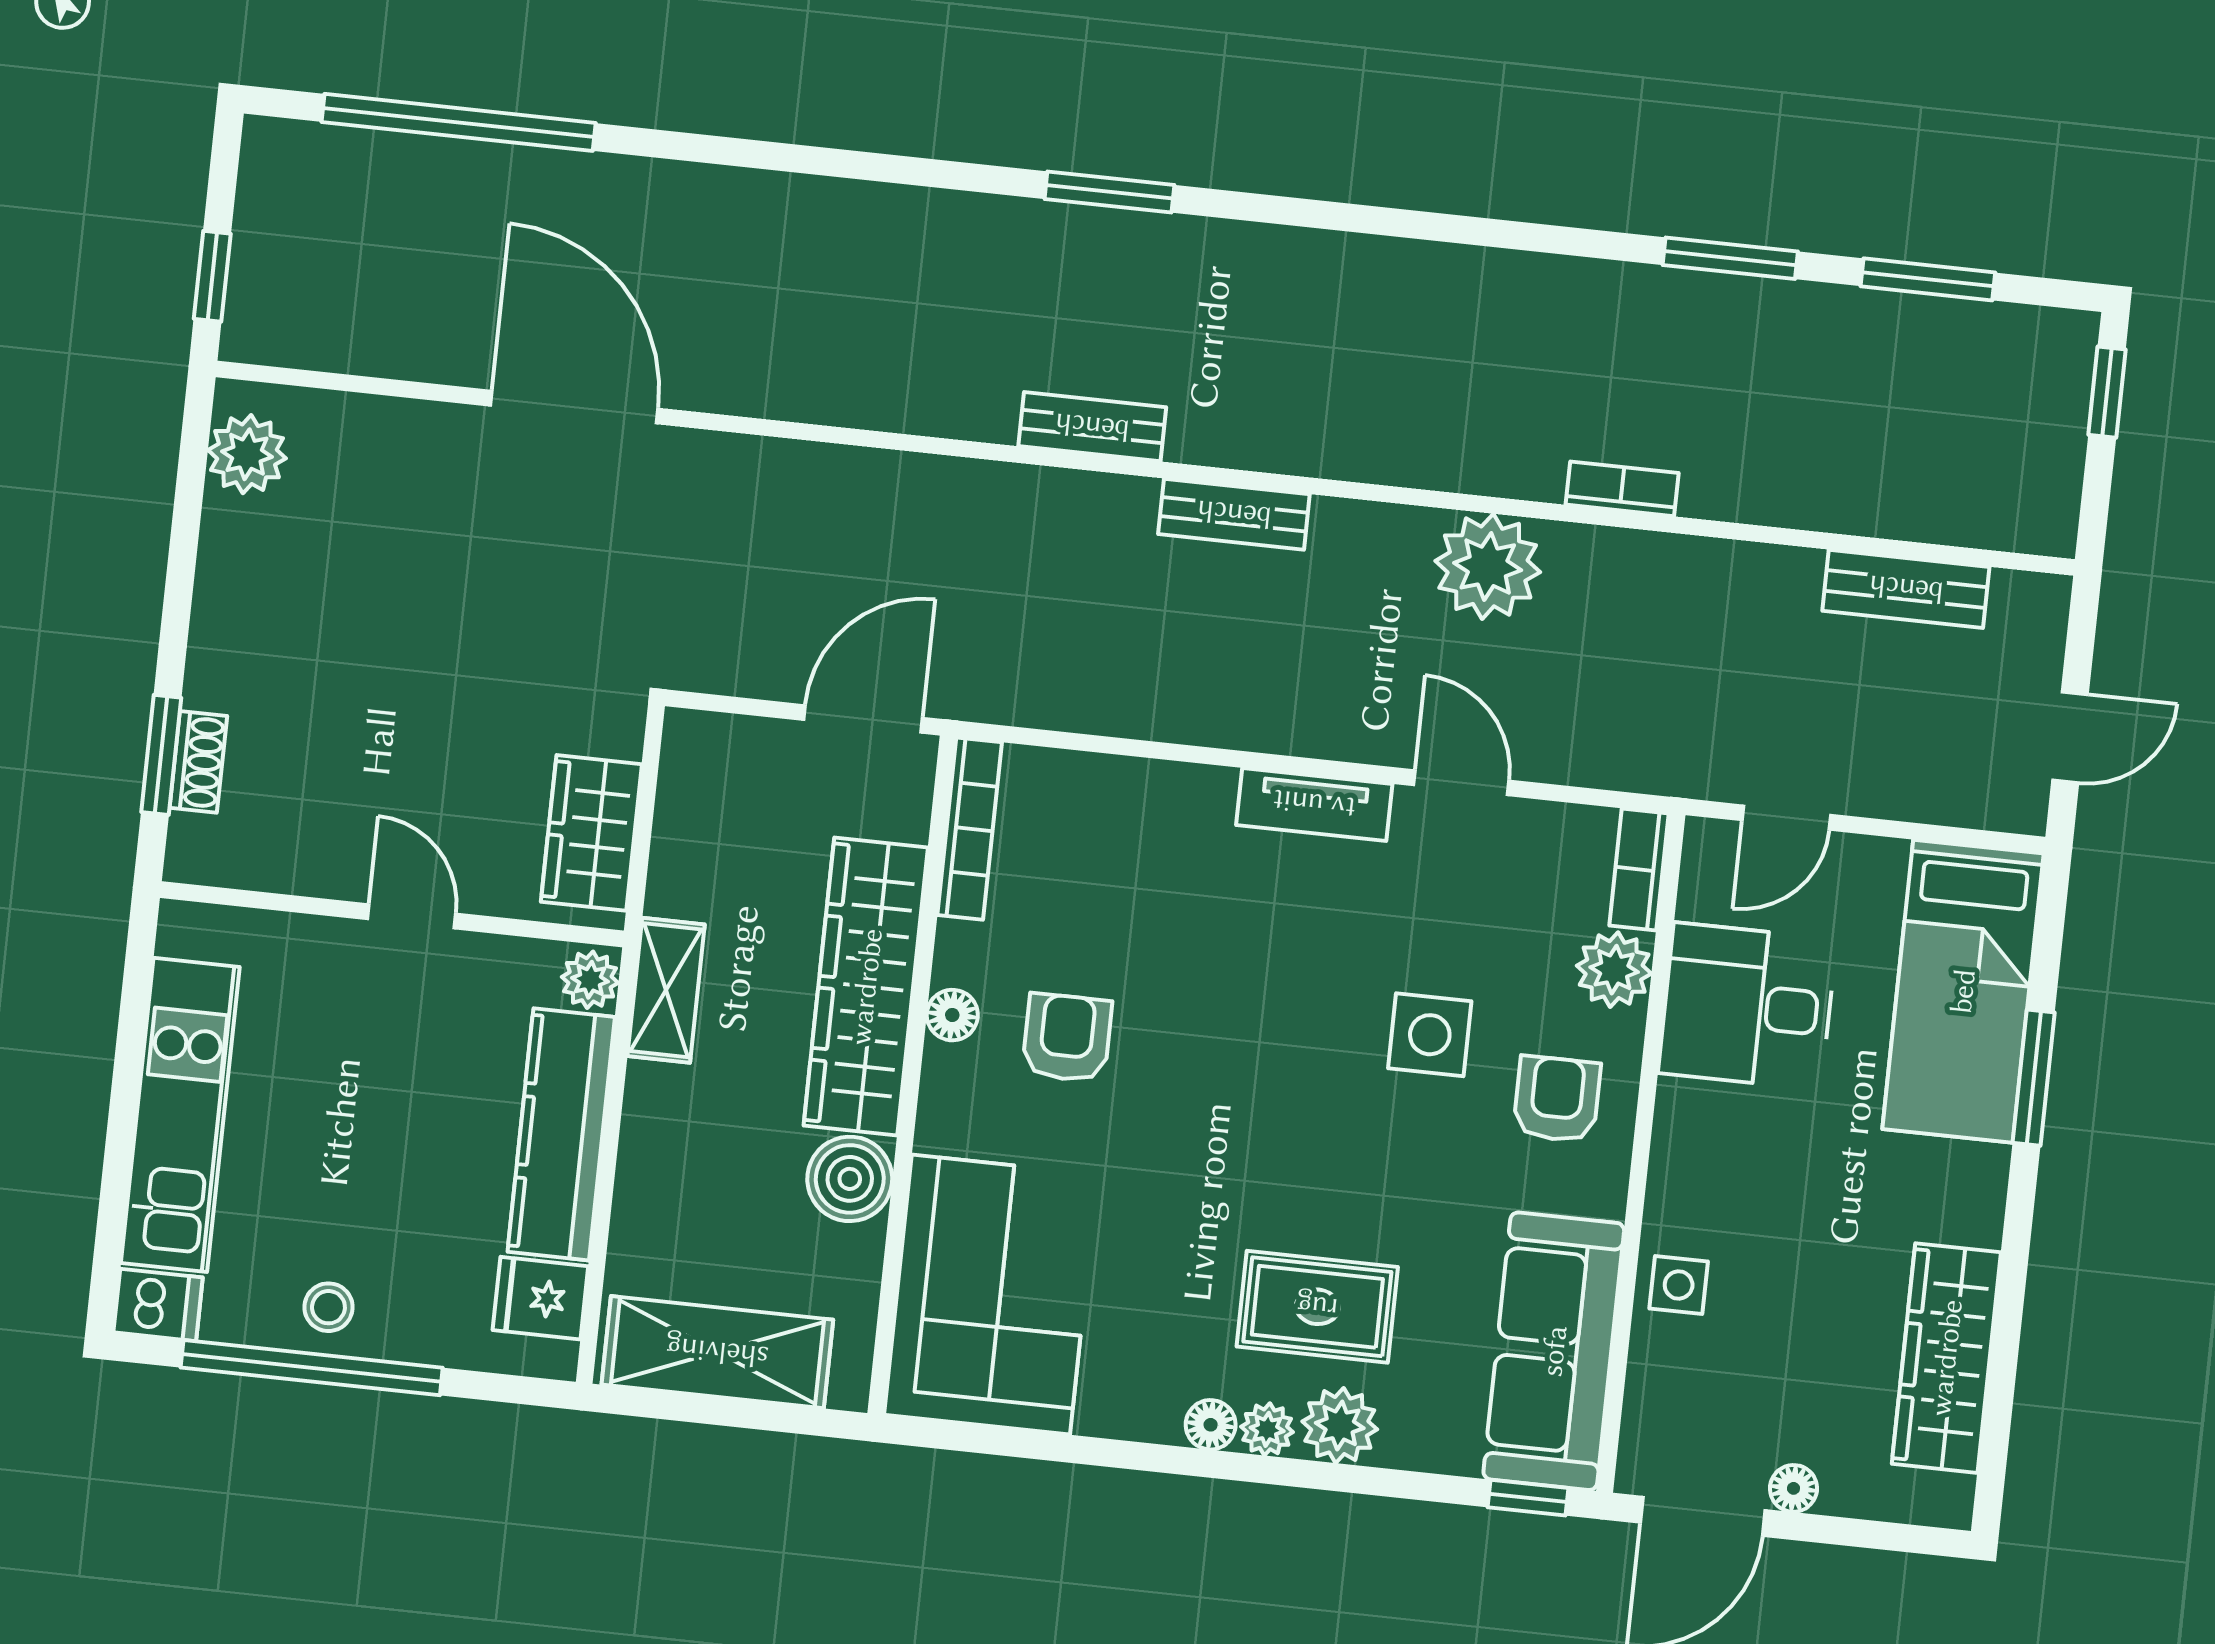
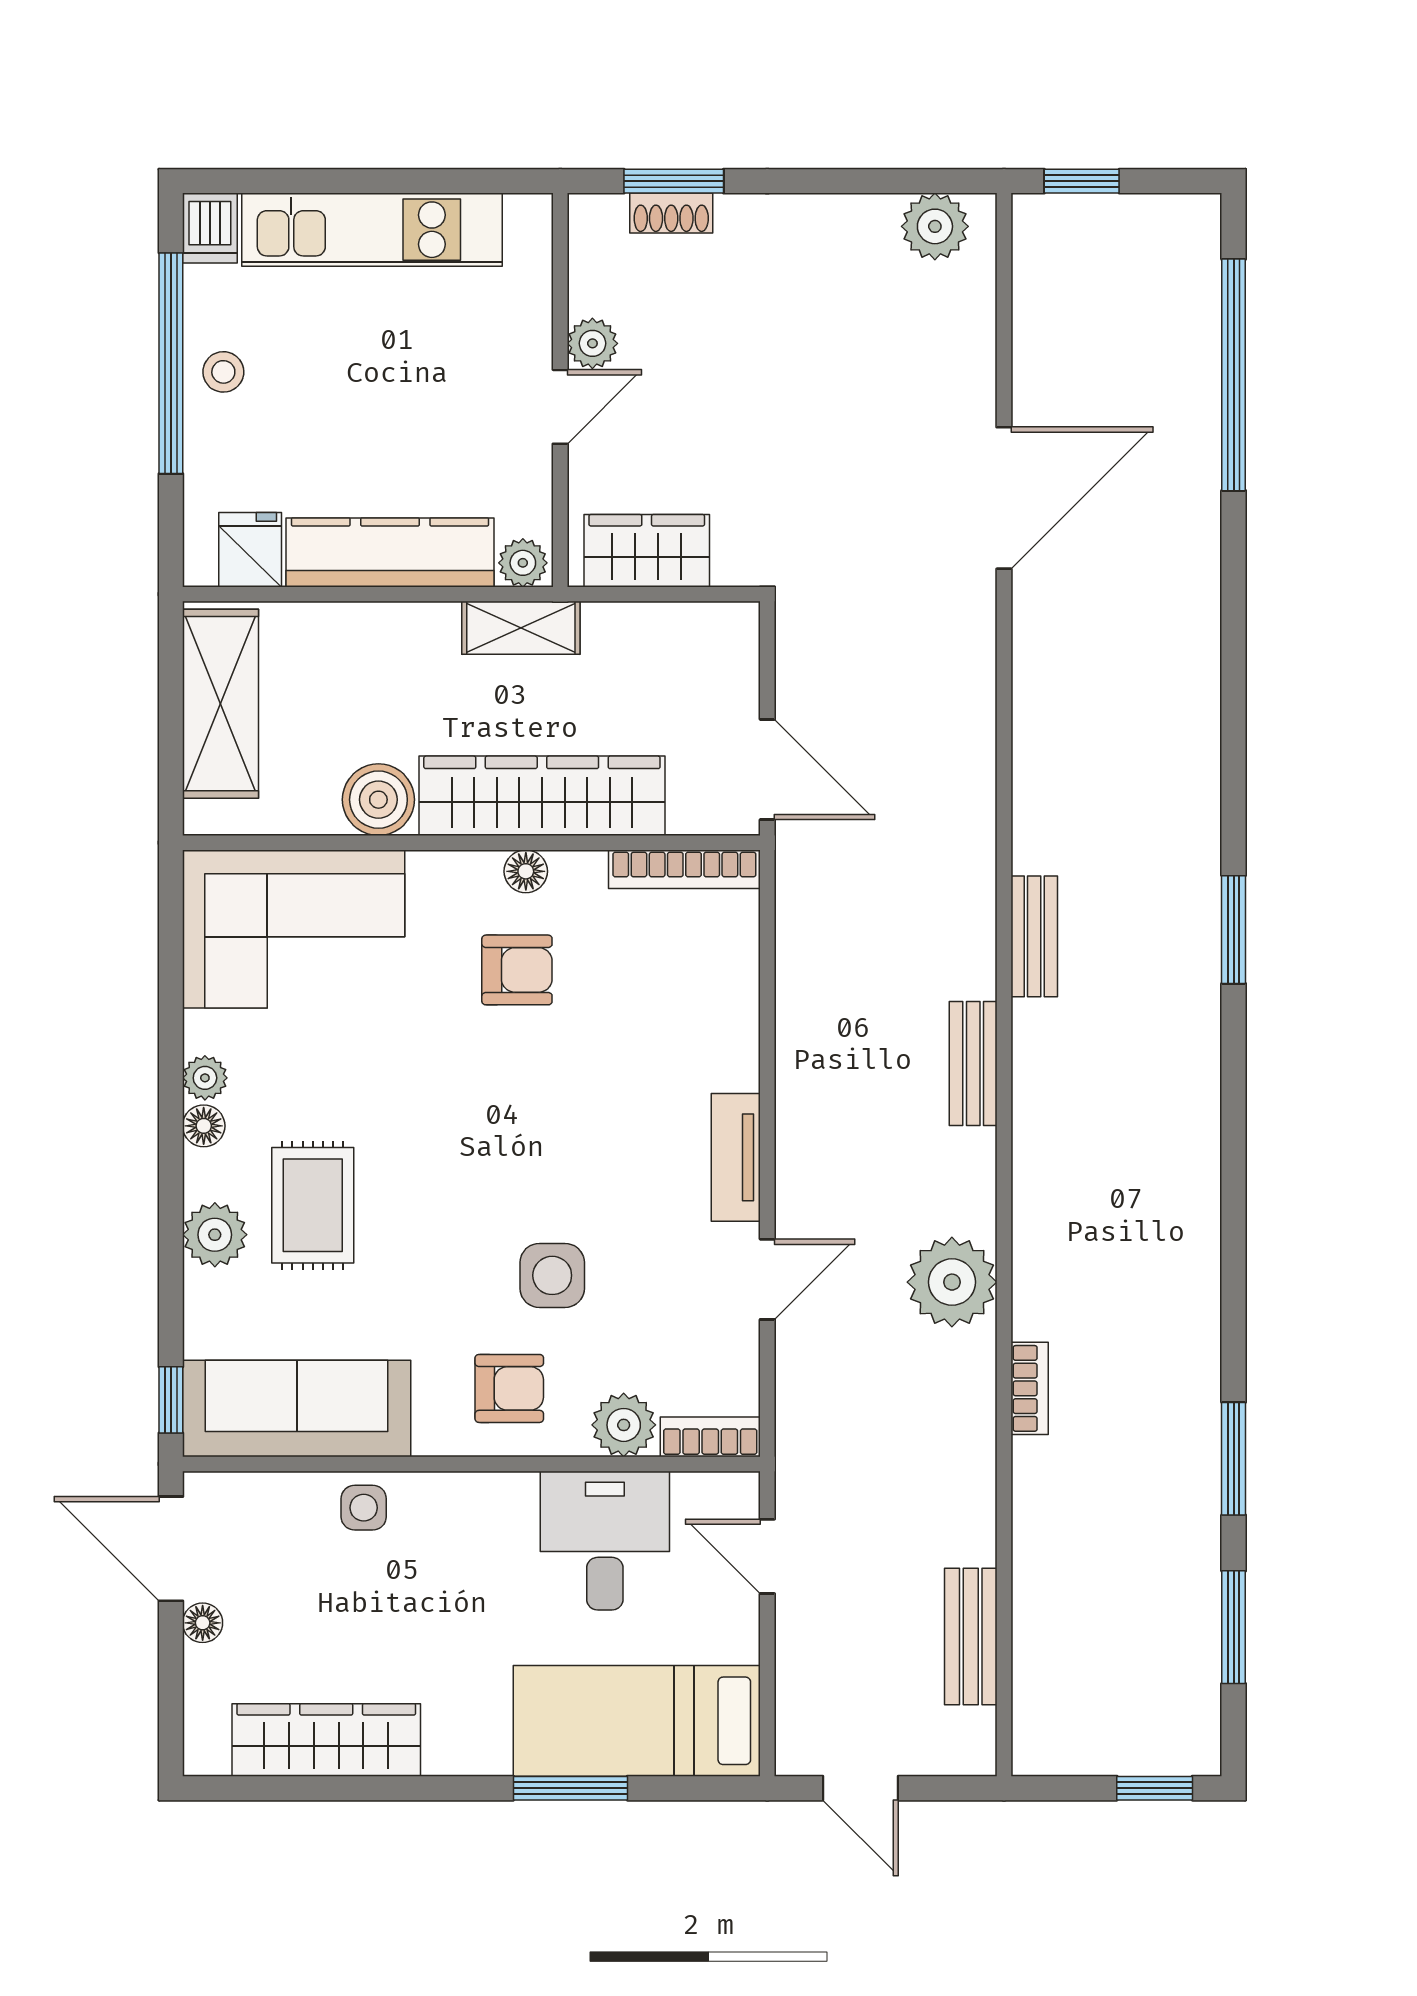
plant: (341, 871) -> (592, 343), added
plant: (1267, 1429) -> (205, 1078), moved

